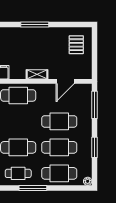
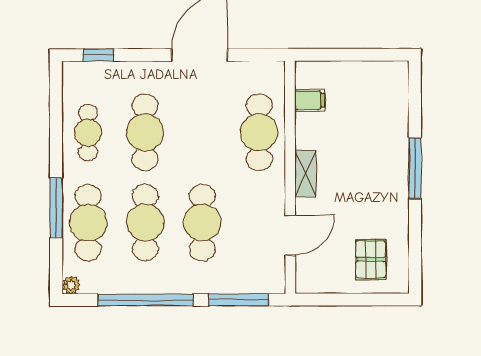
pallet: (76, 45) -> (371, 259), turned 90
door: (65, 81) -> (290, 235), swing flipped
window: (94, 147) -> (146, 300), width x2.11
window: (33, 188) -> (56, 208), moved

